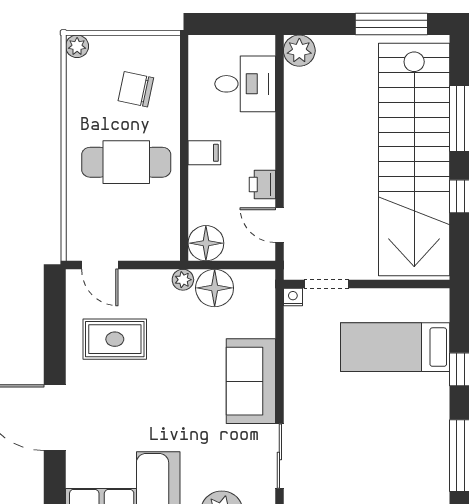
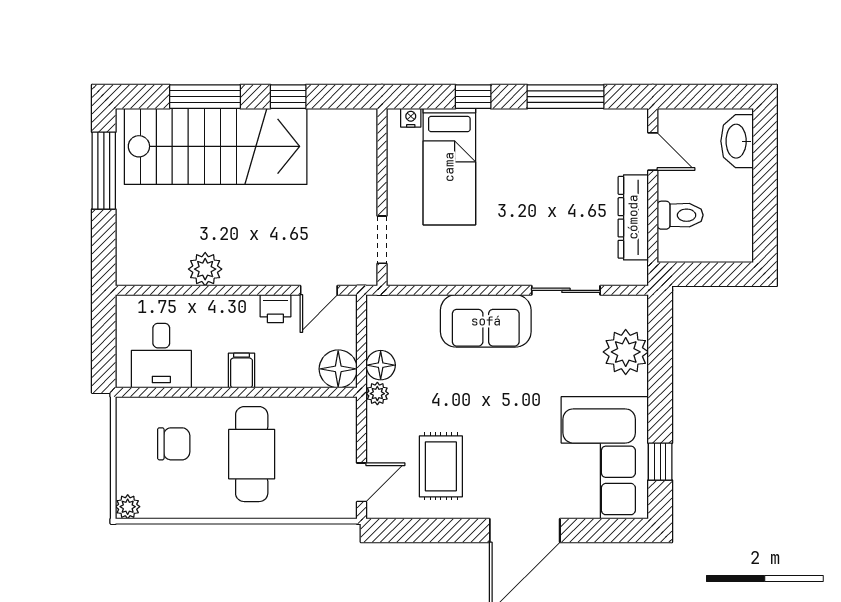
plant: (299, 51) -> (205, 269), moved
desk: (245, 84) -> (161, 356), moved, turned 180
chair: (136, 89) -> (174, 444), turned -102
stairs: (414, 160) -> (216, 146), width x0.73
floor lamp: (215, 288) -> (381, 365), width x0.73, depth x0.73
nightstand: (293, 297) -> (411, 118), moved, turned 90

